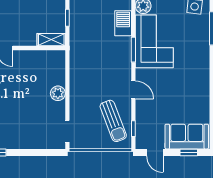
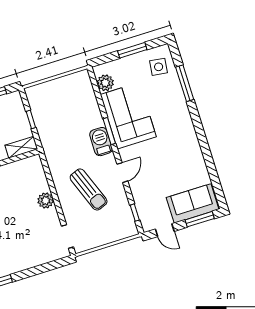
barbecue: (123, 23) -> (101, 142), moved
door: (133, 90) -> (122, 173), hinge flipped
sun lounger: (113, 121) -> (89, 189), moved
window: (189, 152) -> (200, 219), width x1.50

